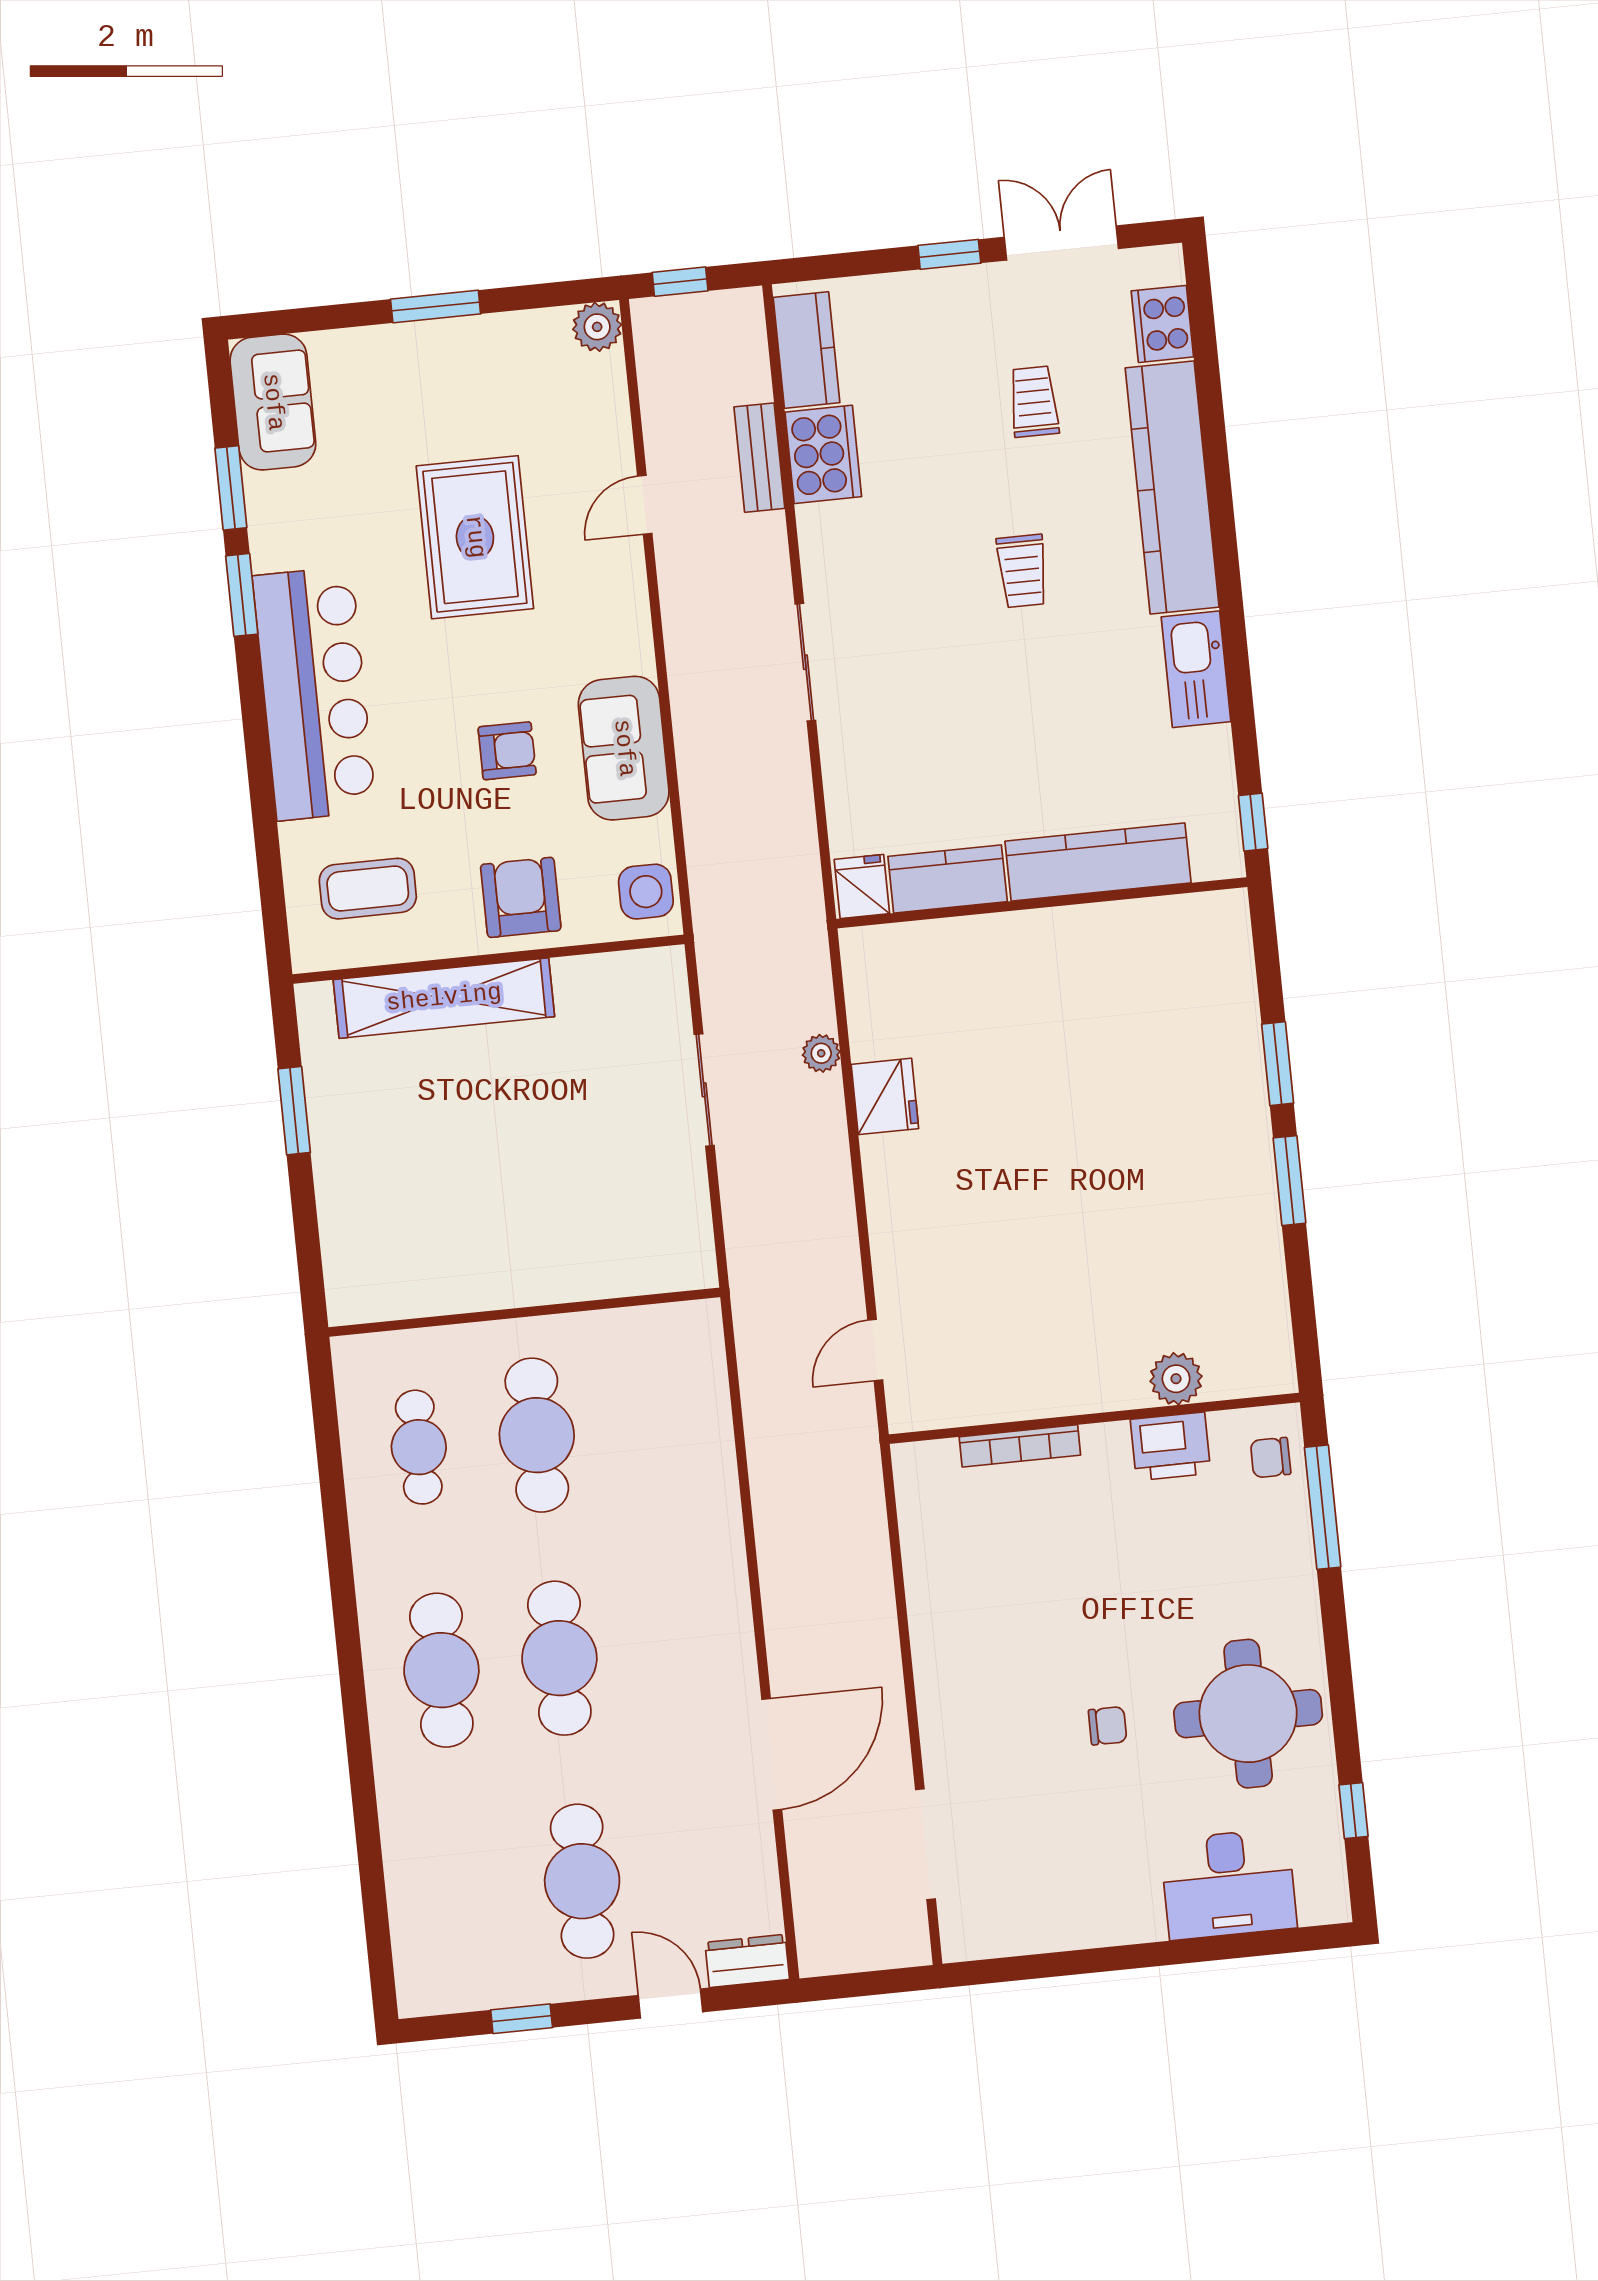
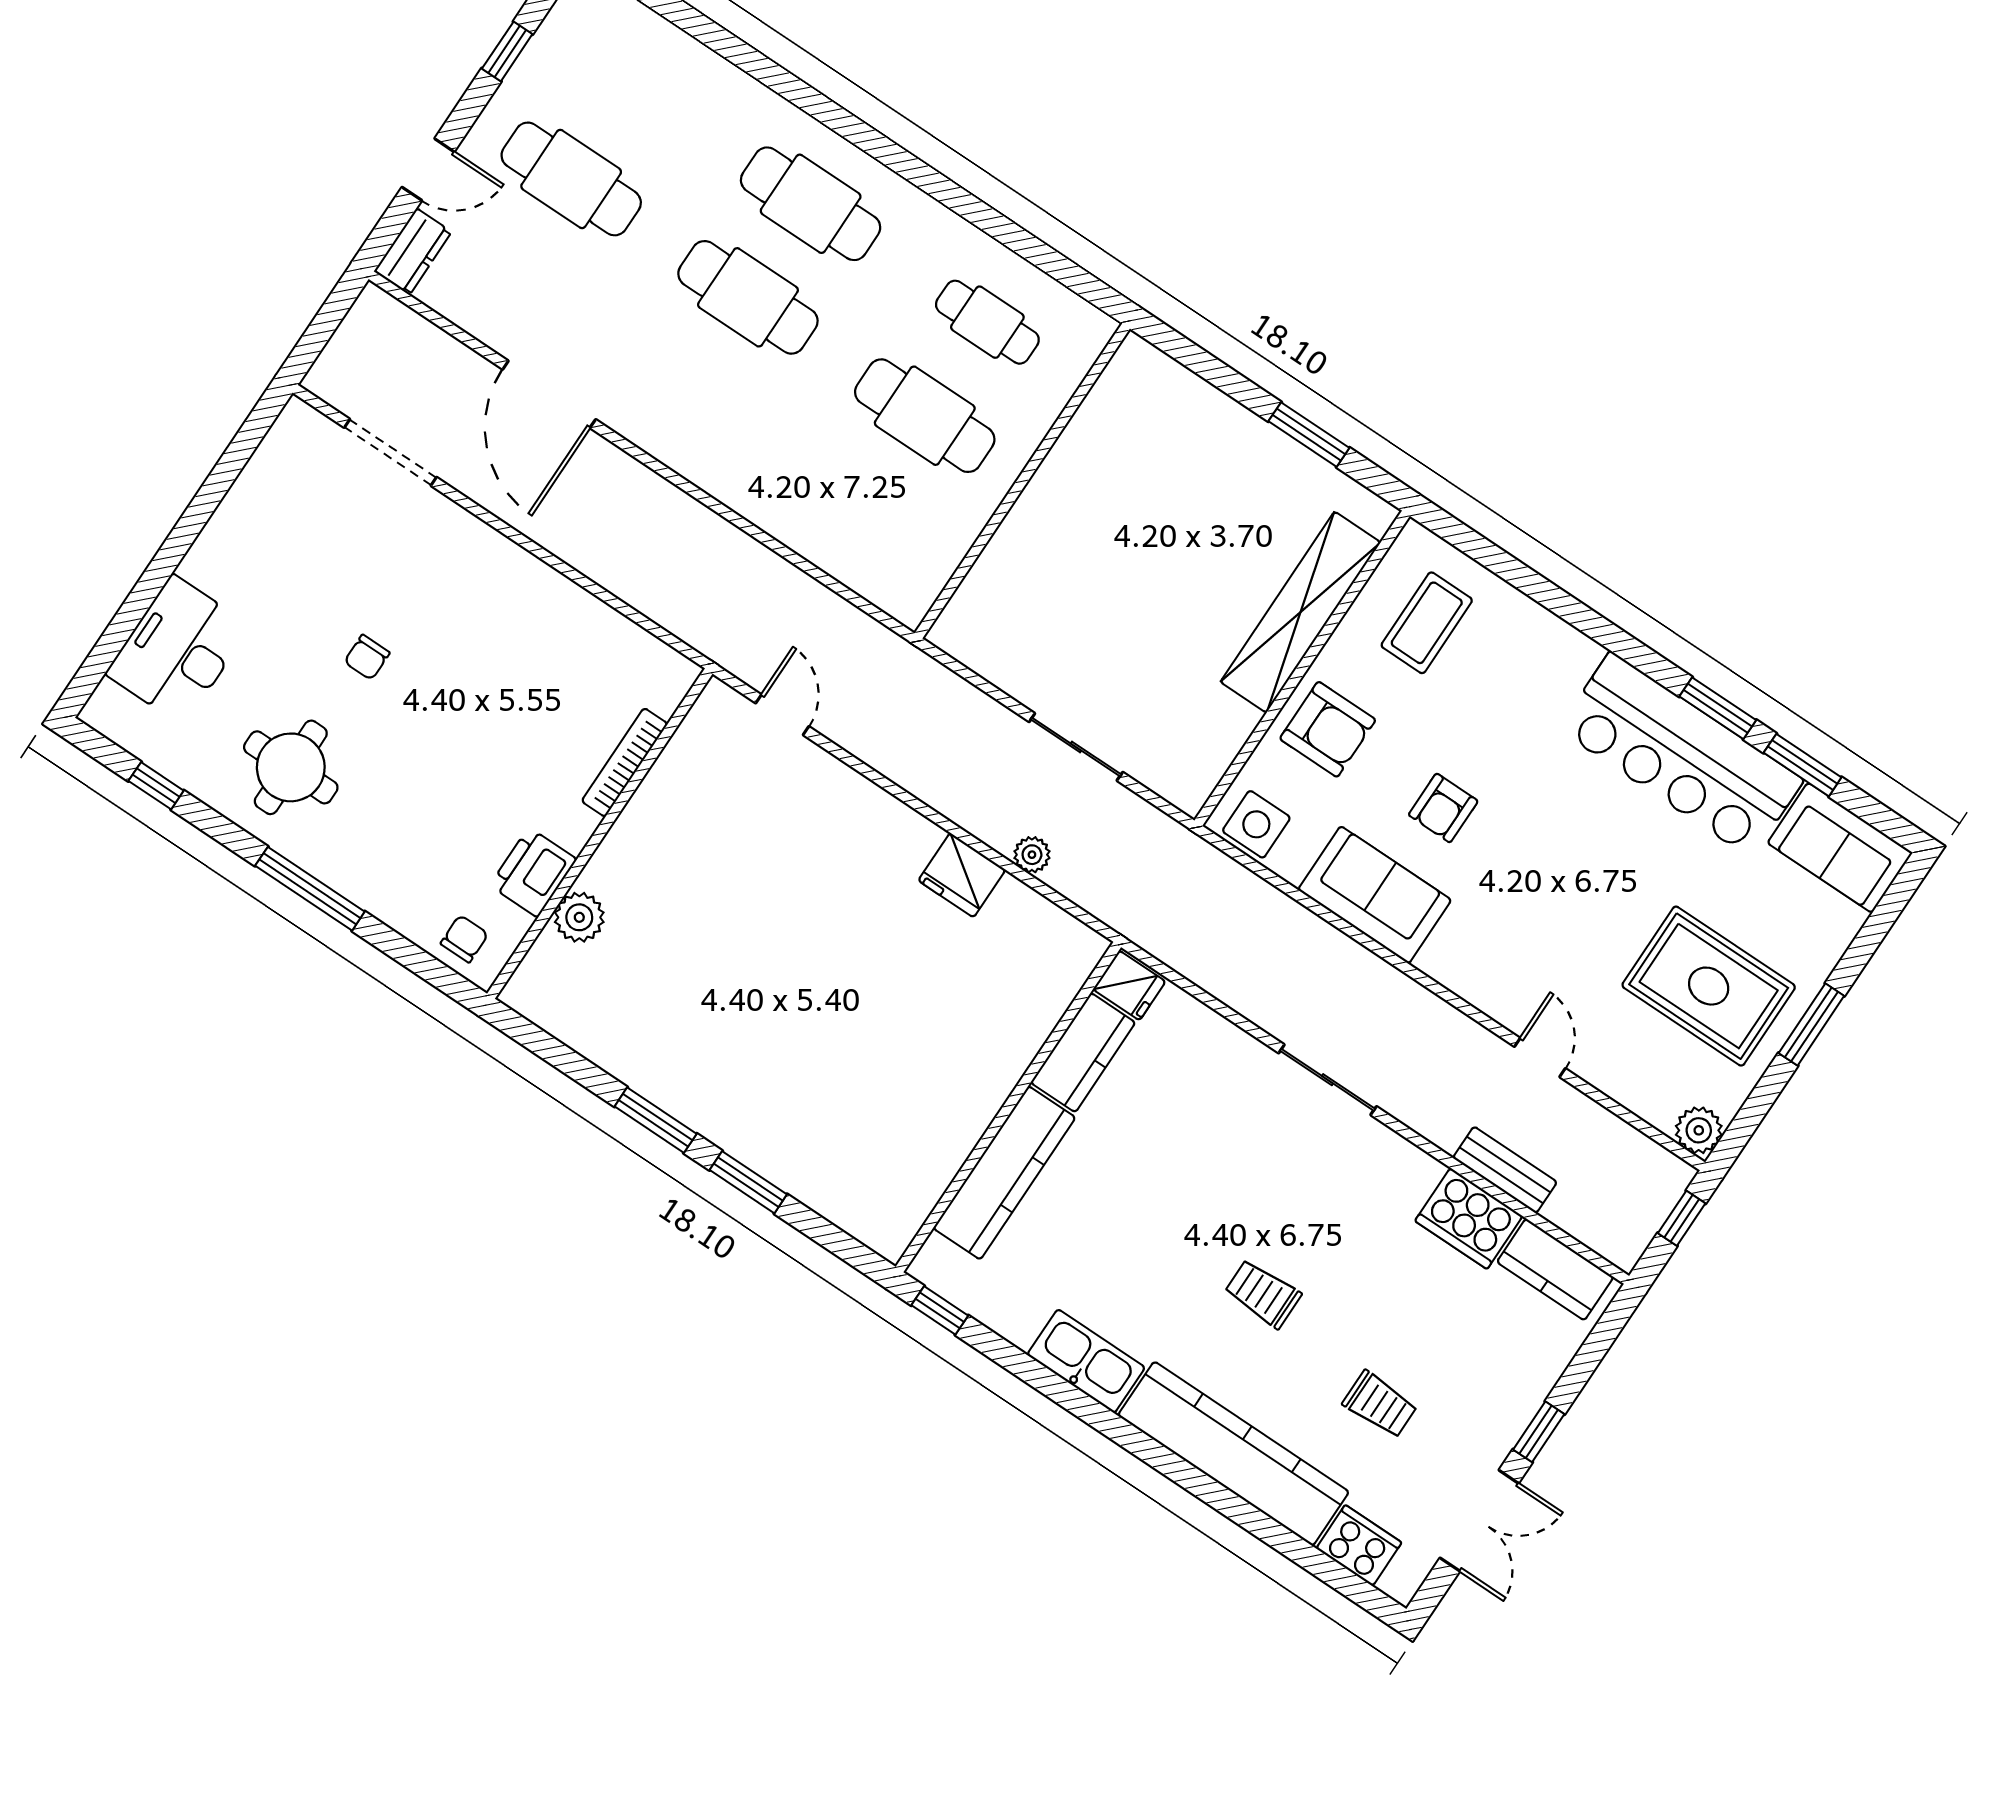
rug: (475, 537) -> (1709, 986), moved
bar counter: (314, 693) -> (1681, 755), moved
window: (1323, 1507) -> (310, 889), moved
round table: (1248, 1714) -> (291, 767), width x0.73, depth x0.73

